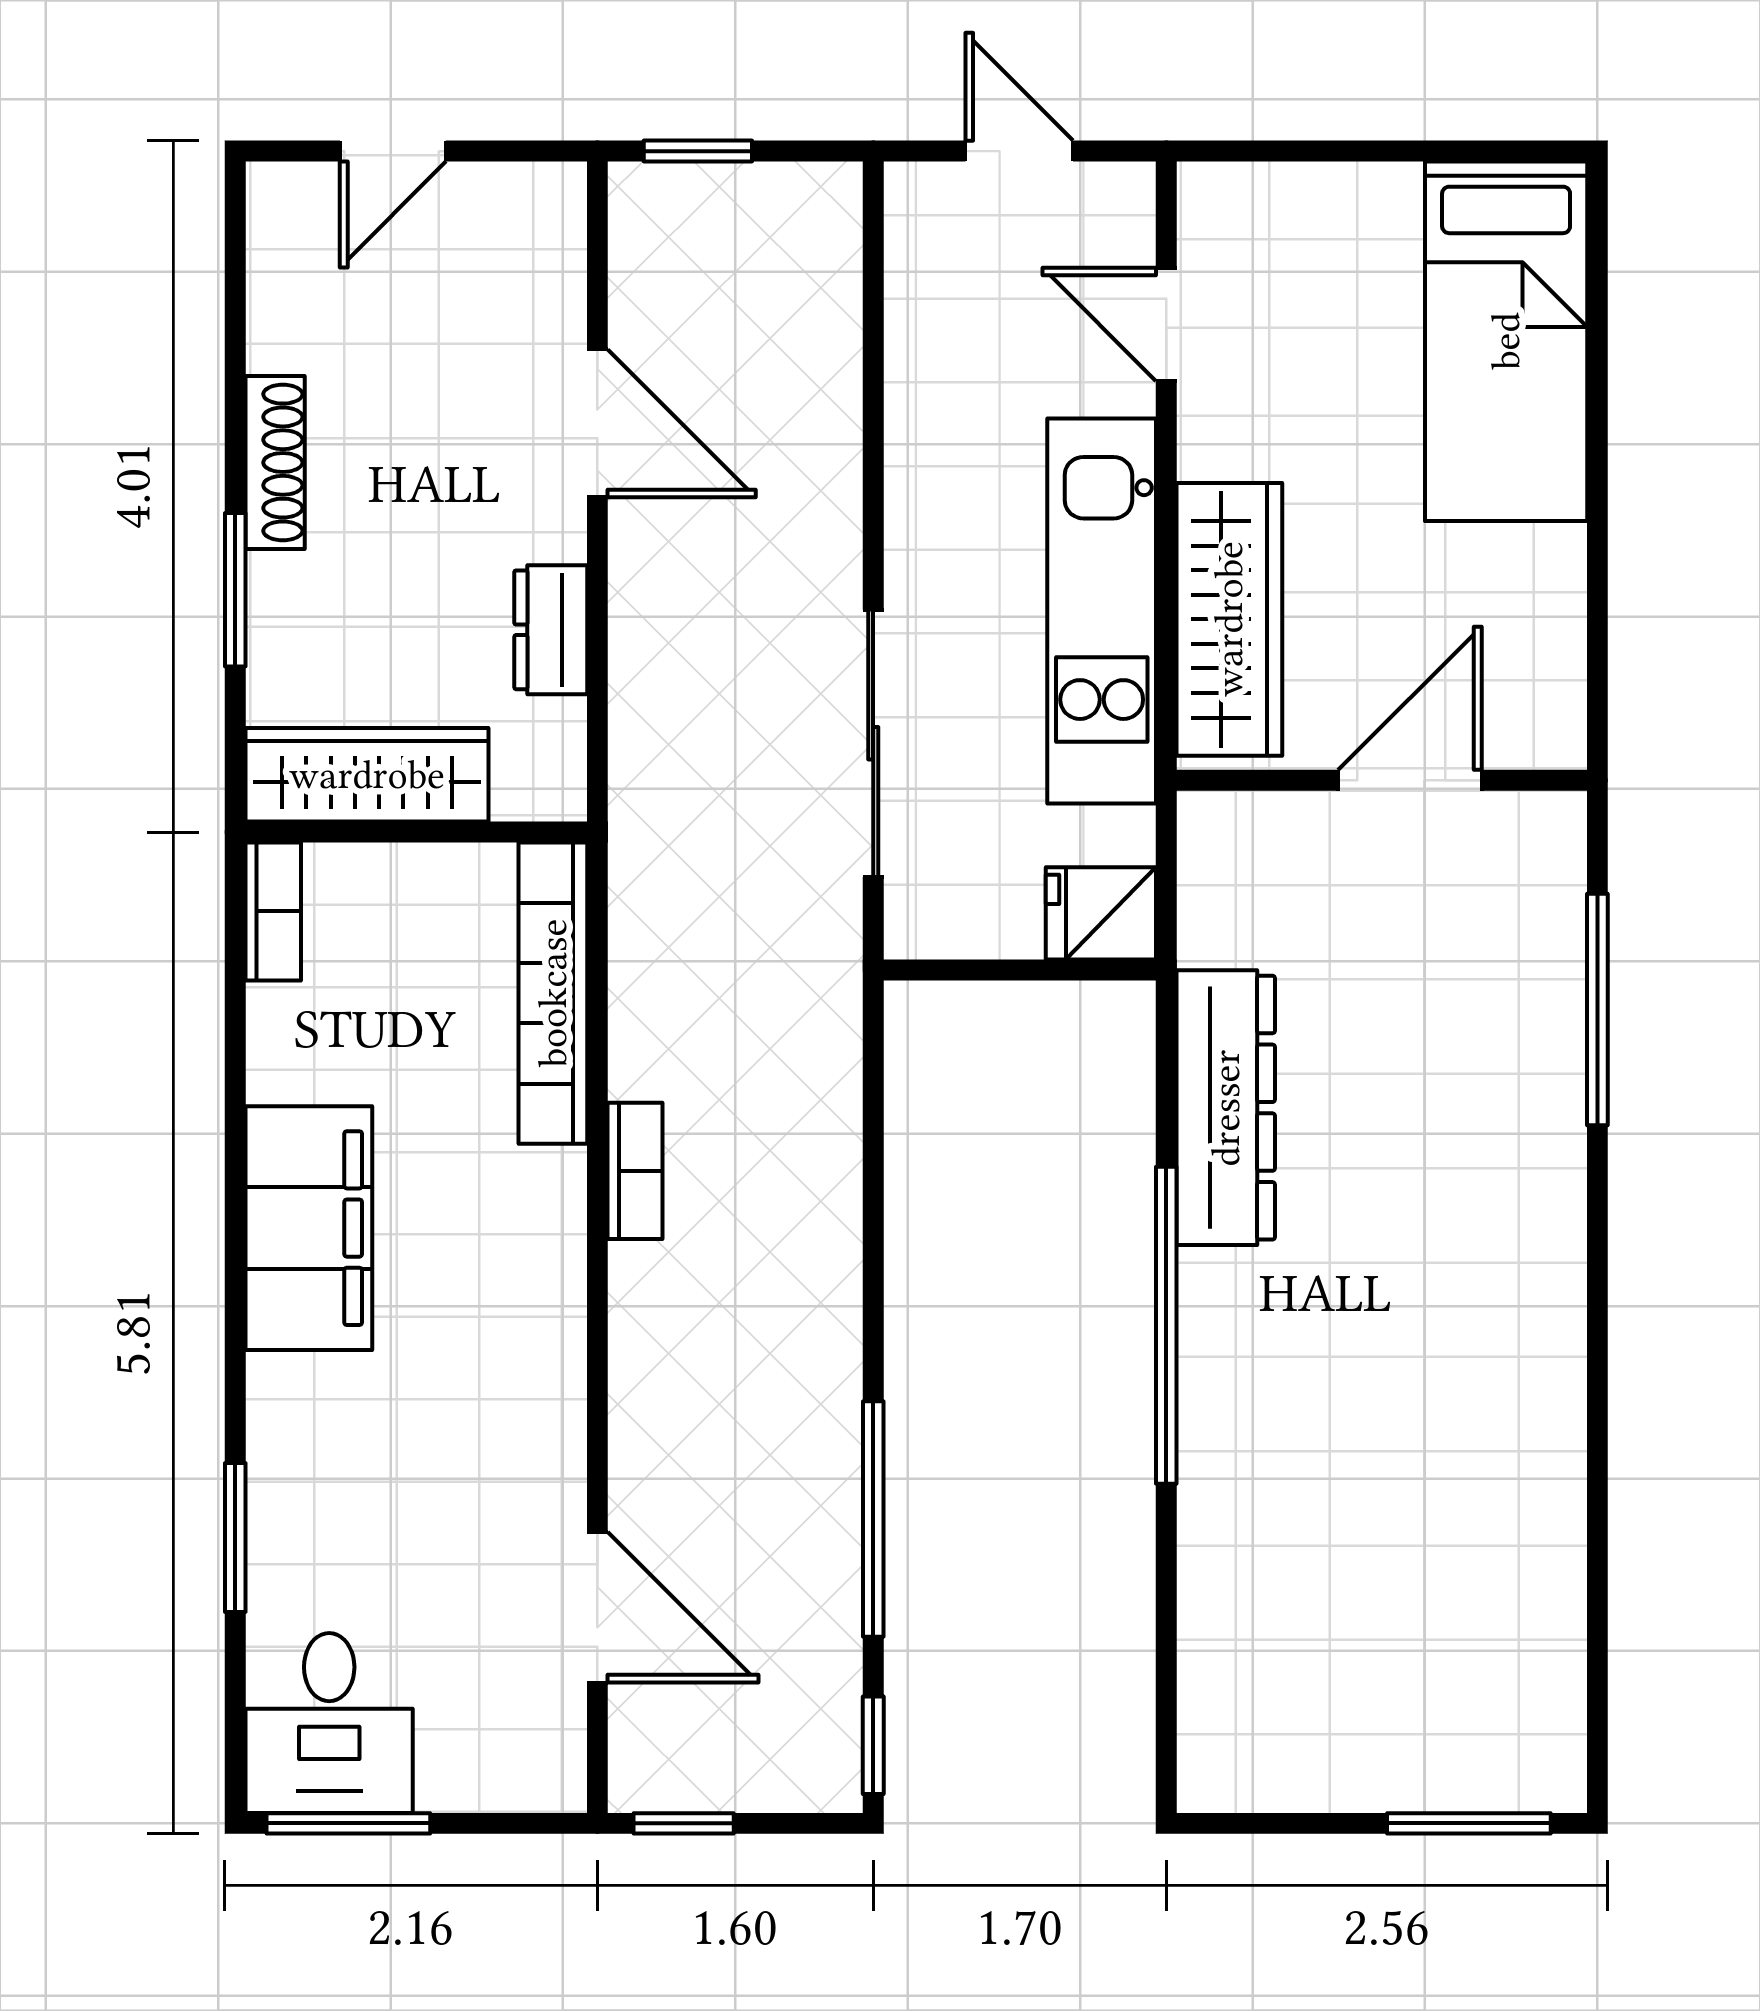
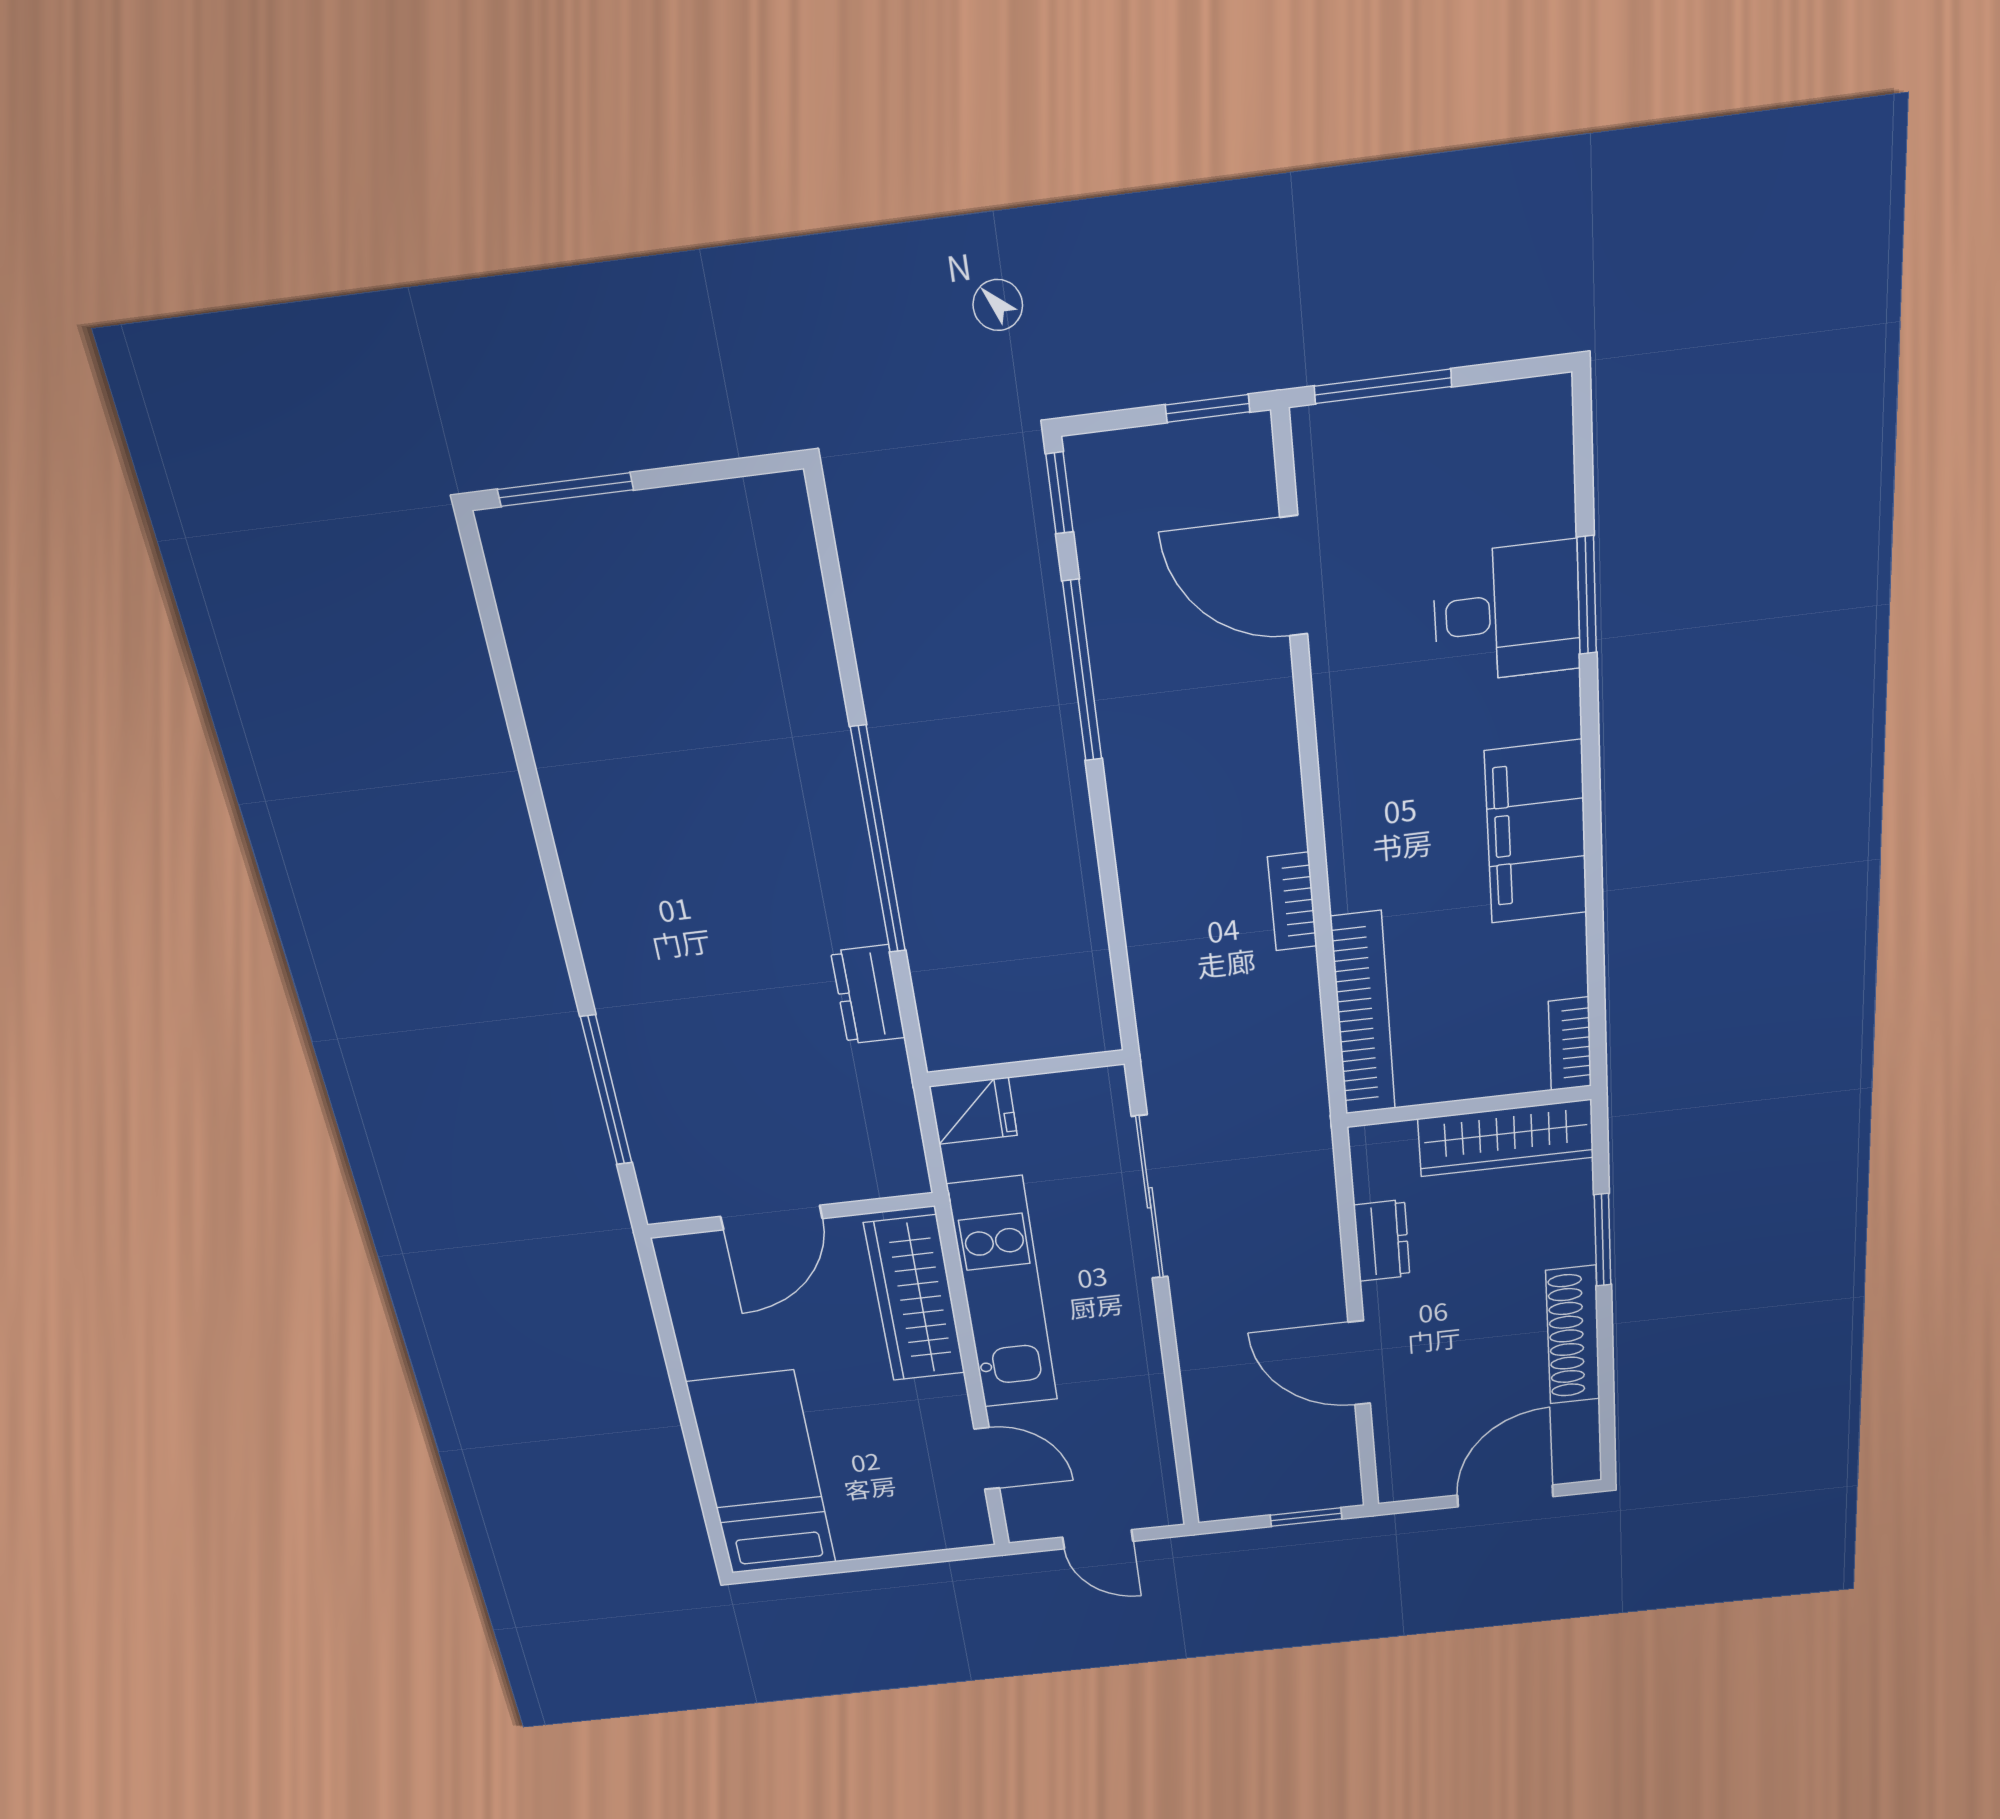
door: (393, 151) -> (1505, 1496), width x1.38
shoe rack: (275, 463) -> (1573, 1335), width x1.36, depth x1.24
dresser: (1226, 1108) -> (868, 995), width x0.51, depth x0.80
desk: (329, 1723) -> (1507, 612), moved, turned 90
window: (348, 1823) -> (1383, 386), moved

